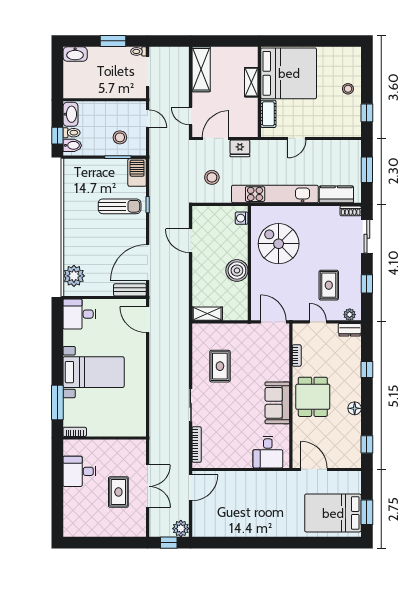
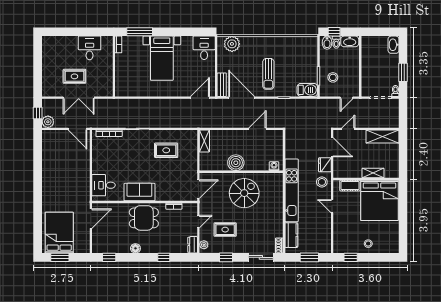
stool: (212, 177) -> (322, 182), moved
sun lounger: (120, 206) -> (268, 74), moved
spiral stairs: (279, 244) -> (244, 193), moved

